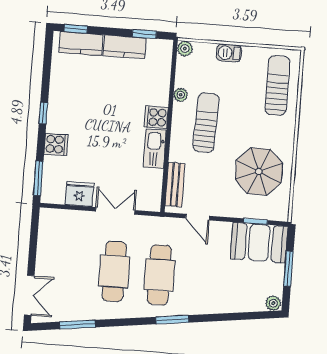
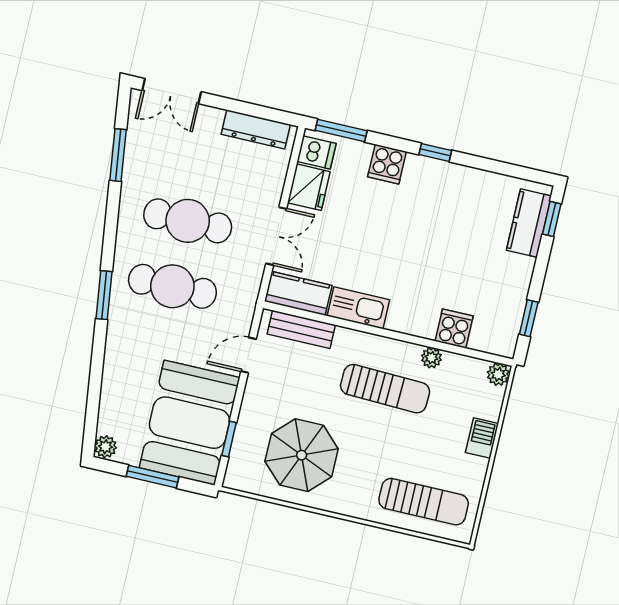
kitchen counter: (125, 47) -> (298, 293), moved, turned 90
cooker: (156, 117) -> (454, 329), moved
dishwasher: (55, 192) -> (317, 152), added
dresser: (46, 235) -> (256, 129), added
booth: (259, 243) -> (190, 423), width x1.36, depth x1.42

